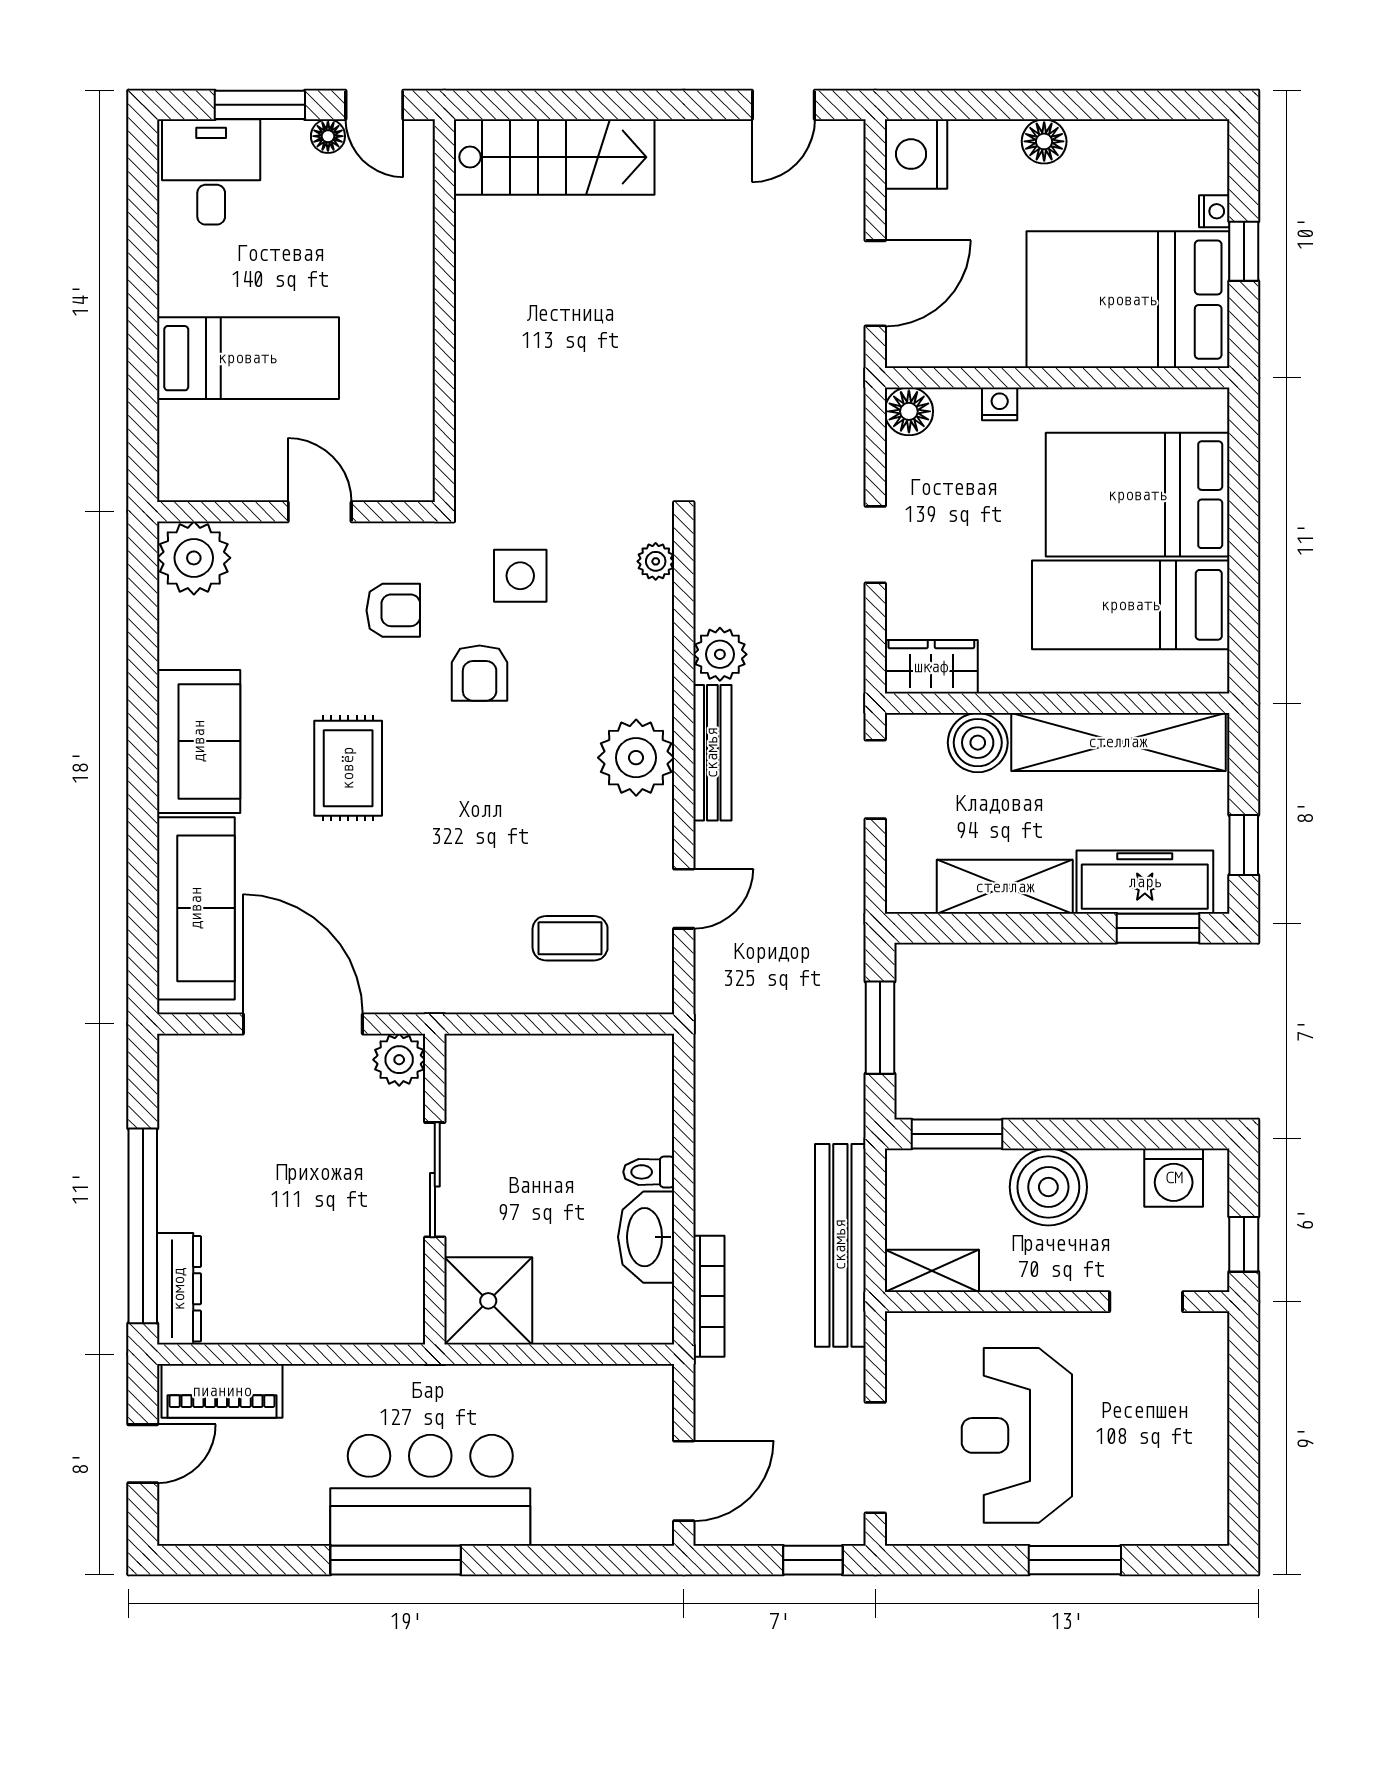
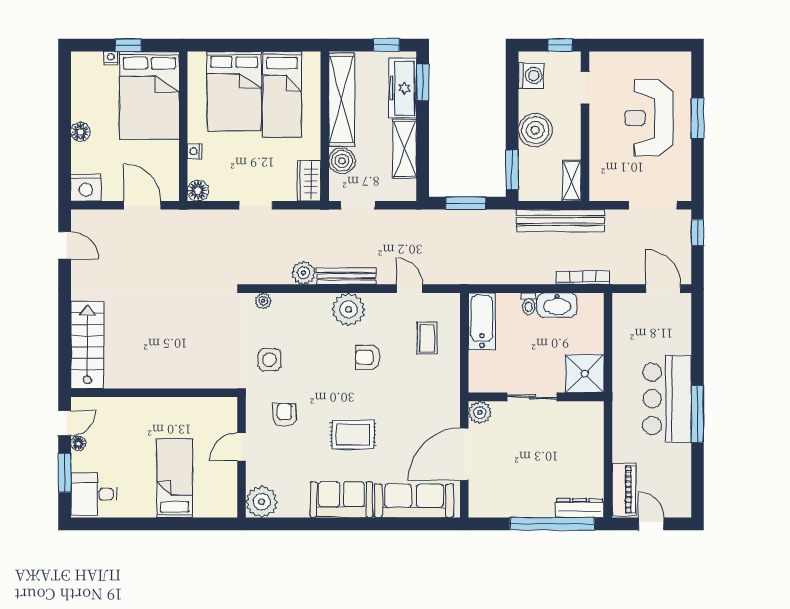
armchair: (480, 673) -> (368, 357), moved, turned 180
bathtub: (609, 1064) -> (482, 321), added
reception desk: (1017, 1435) -> (649, 118), moved, turned 90

